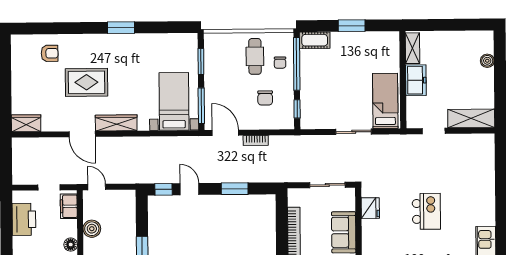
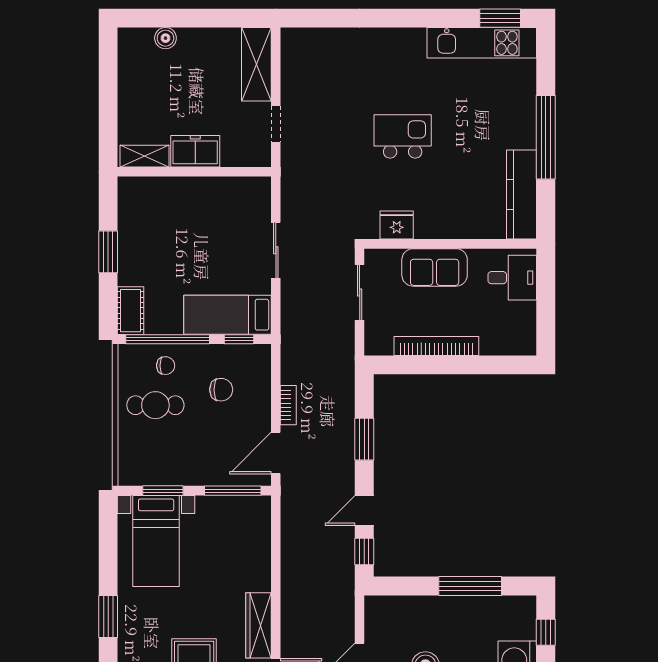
bed with nightstands: (174, 101) -> (156, 541), moved, turned -90
bed: (385, 101) -> (227, 315), moved

